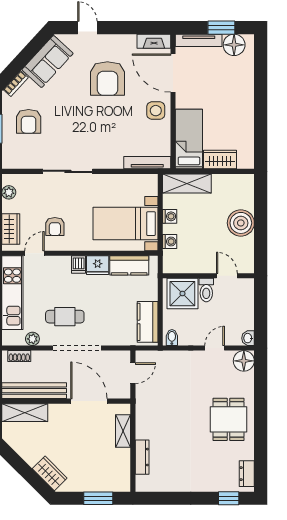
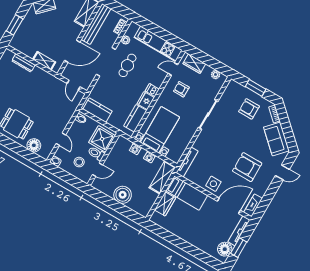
door: (35, 253) -> (173, 69), swing flipped
stool: (231, 306) -> (79, 162), added
floor lamp: (244, 361) -> (34, 145), moved

